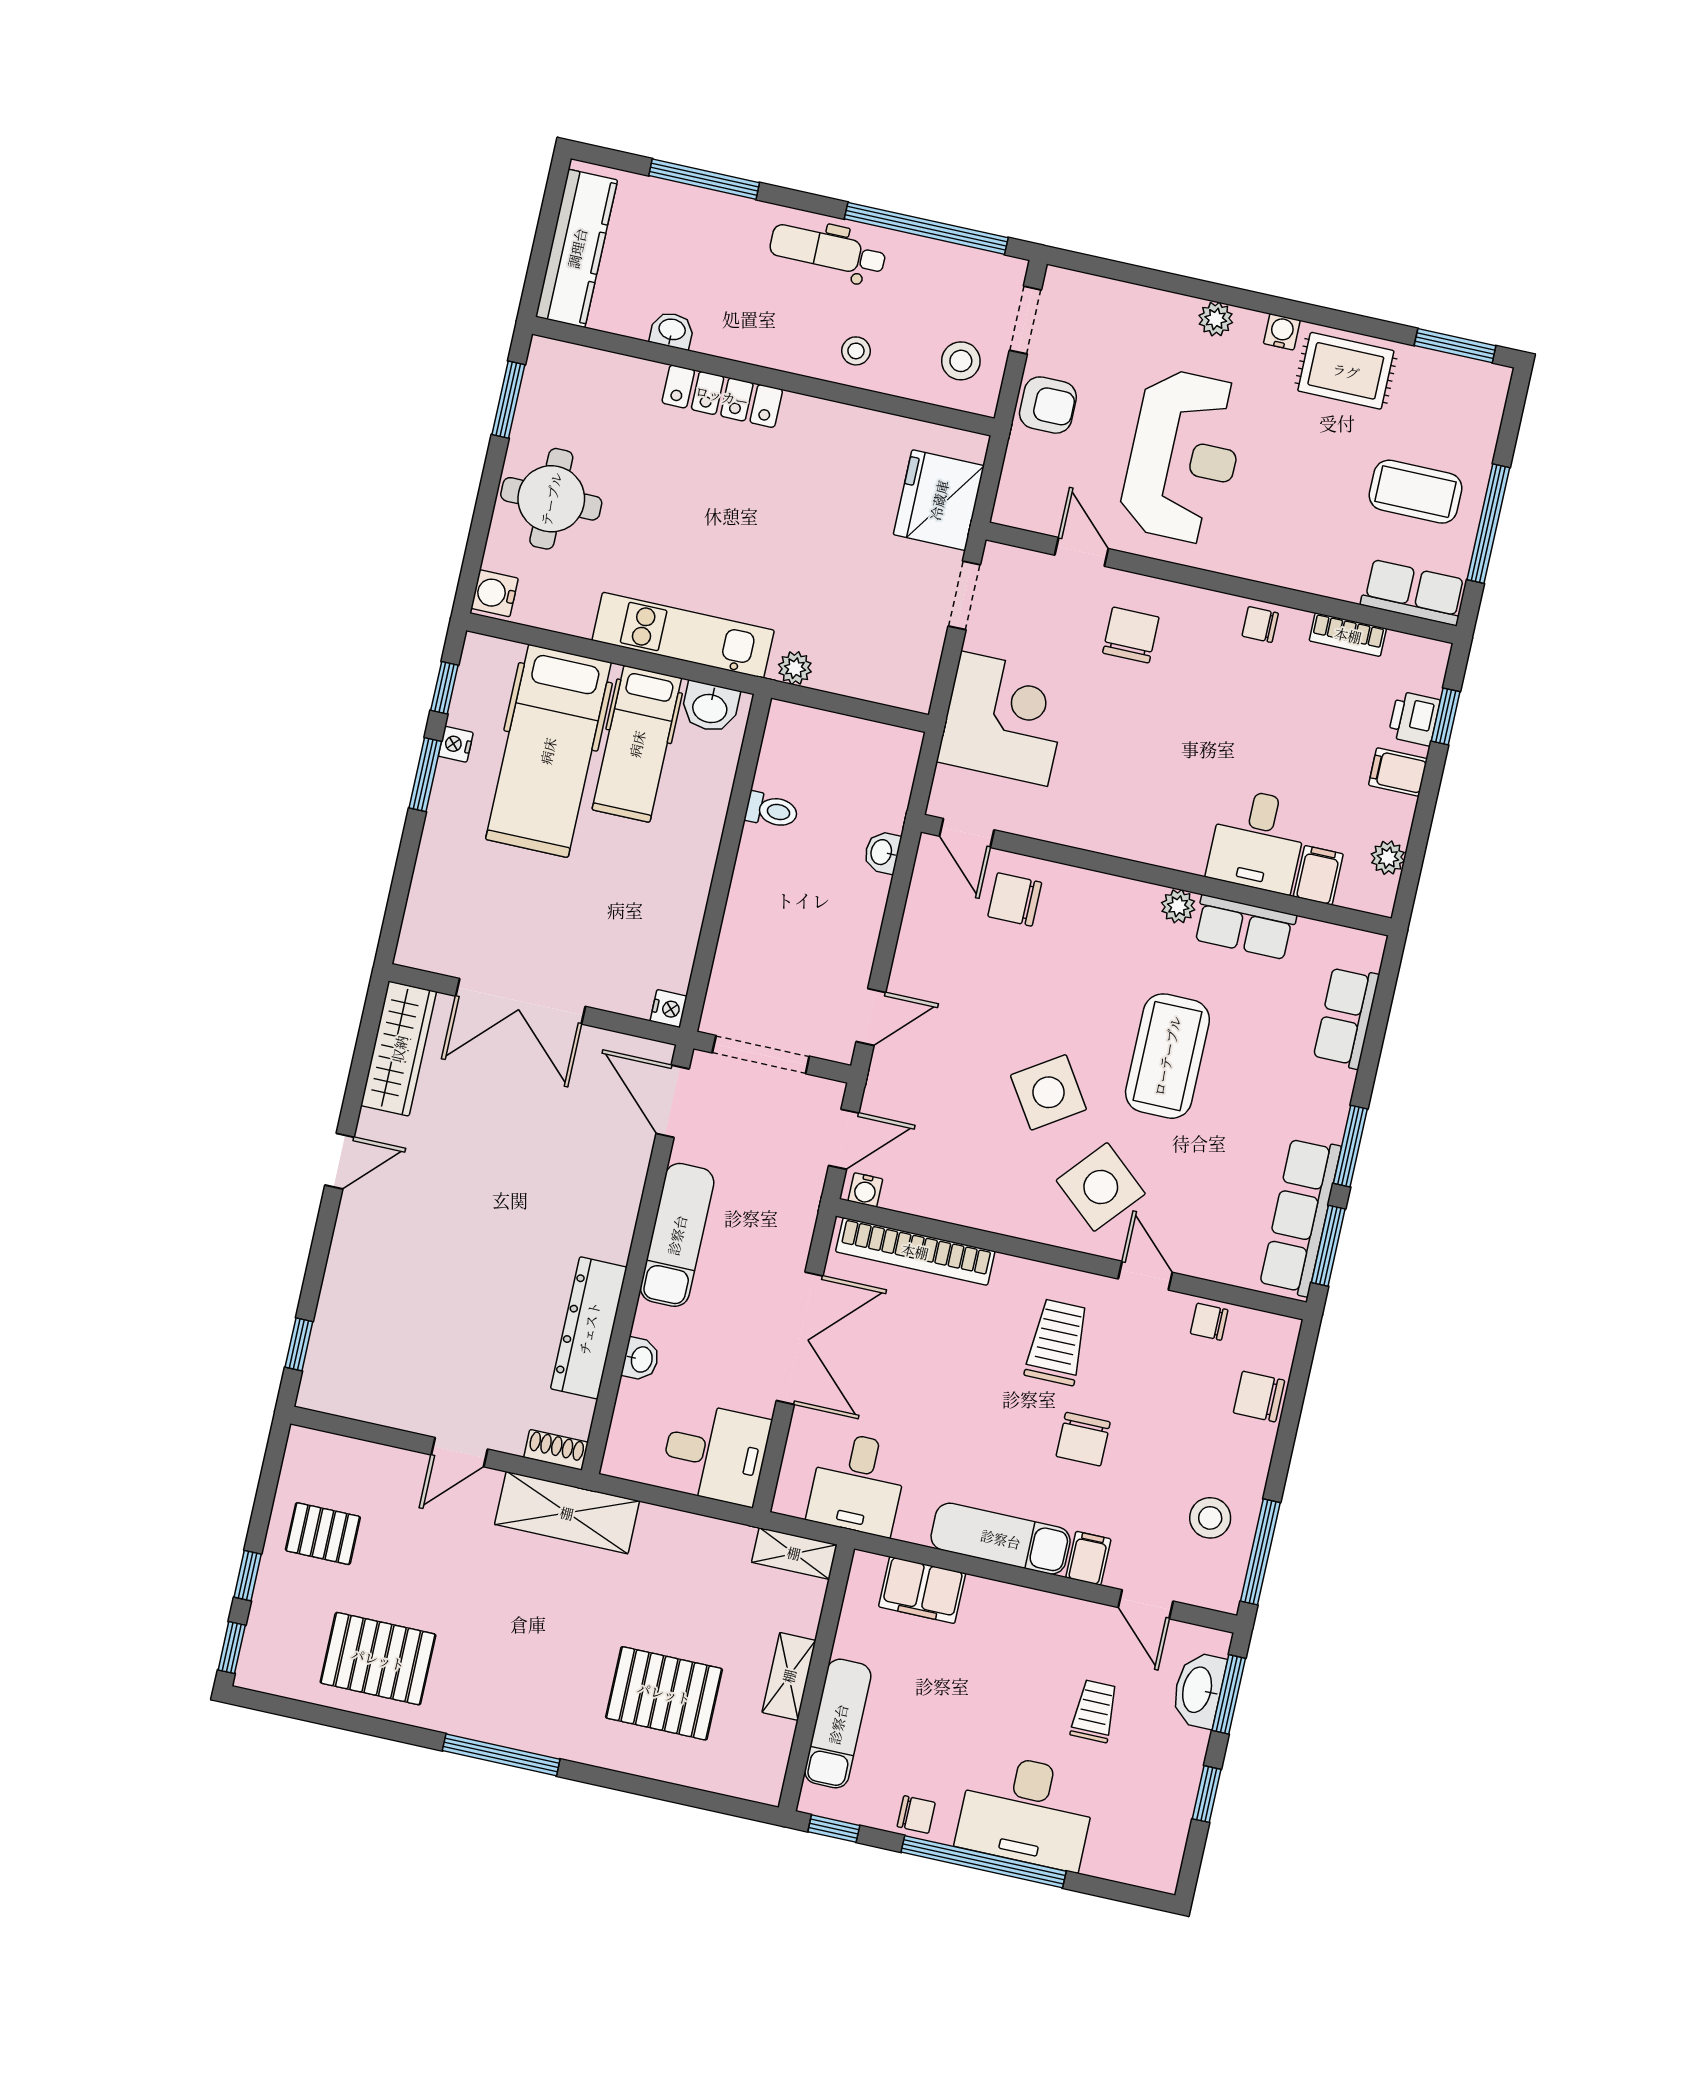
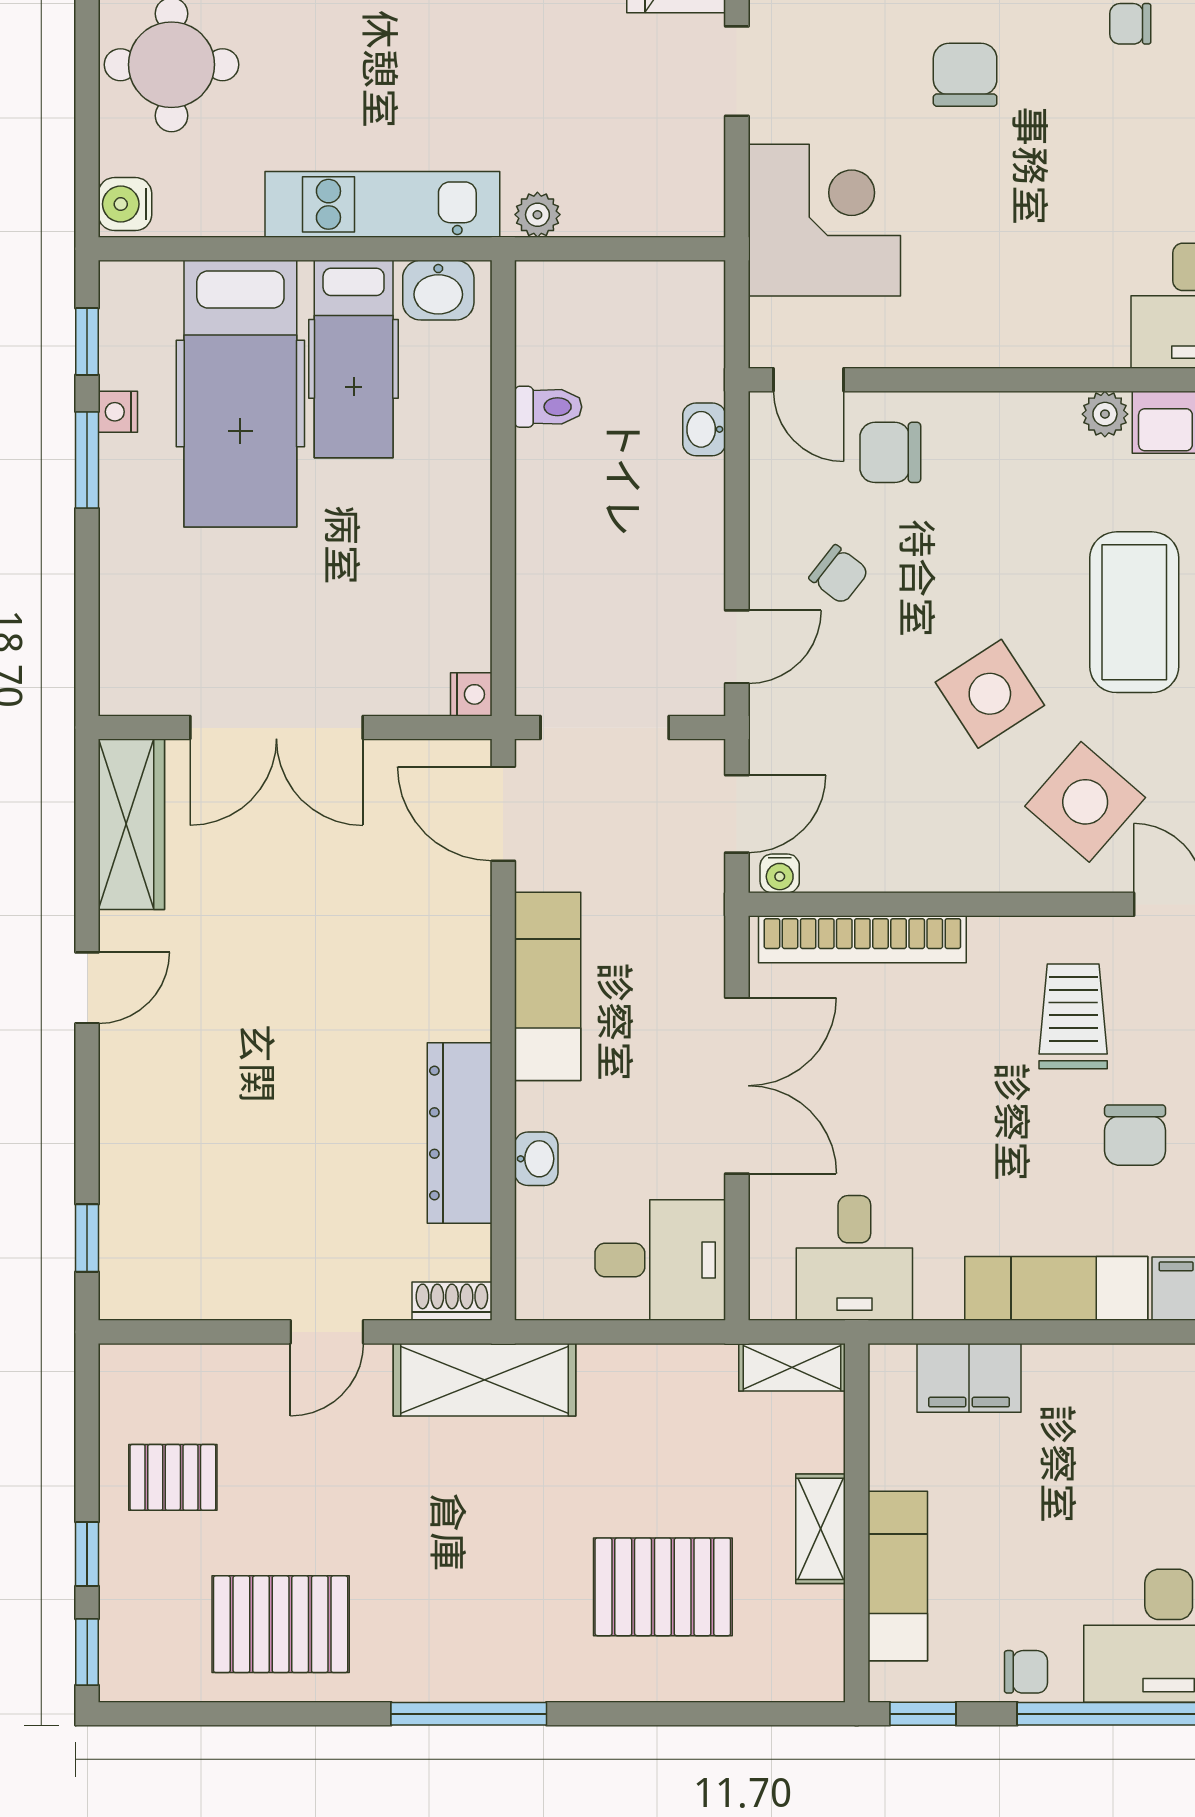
chair: (957, 981) -> (839, 575), added

